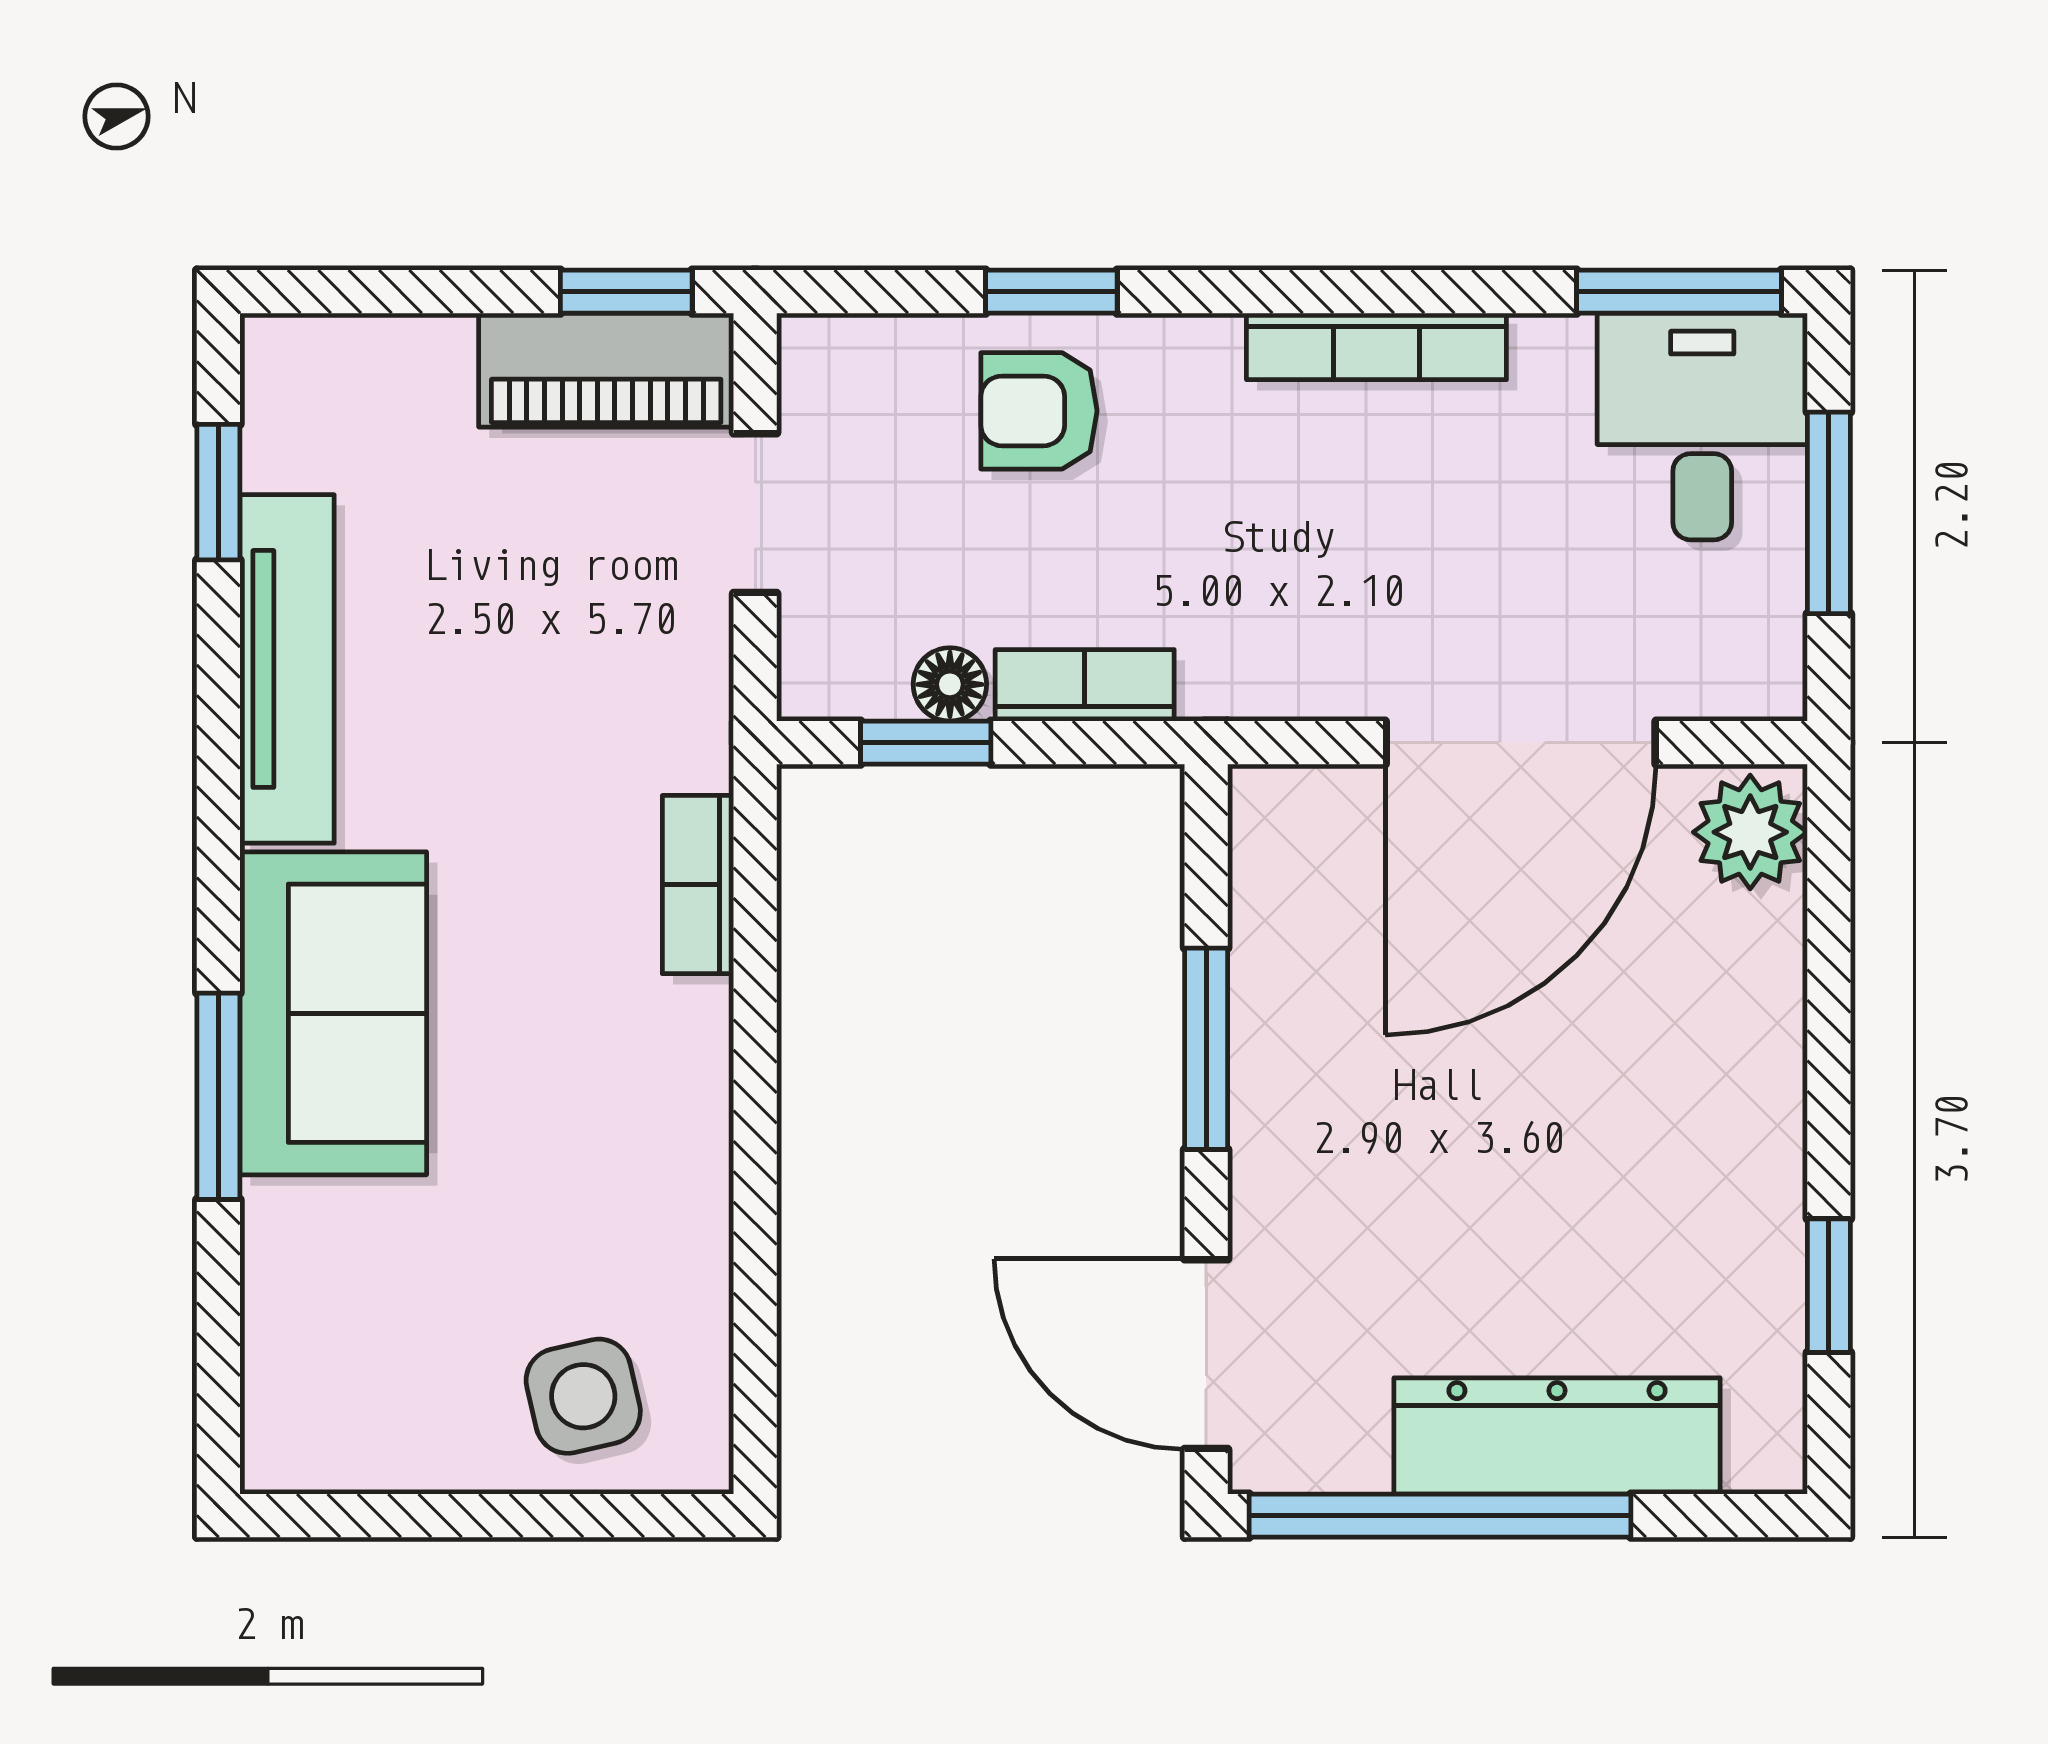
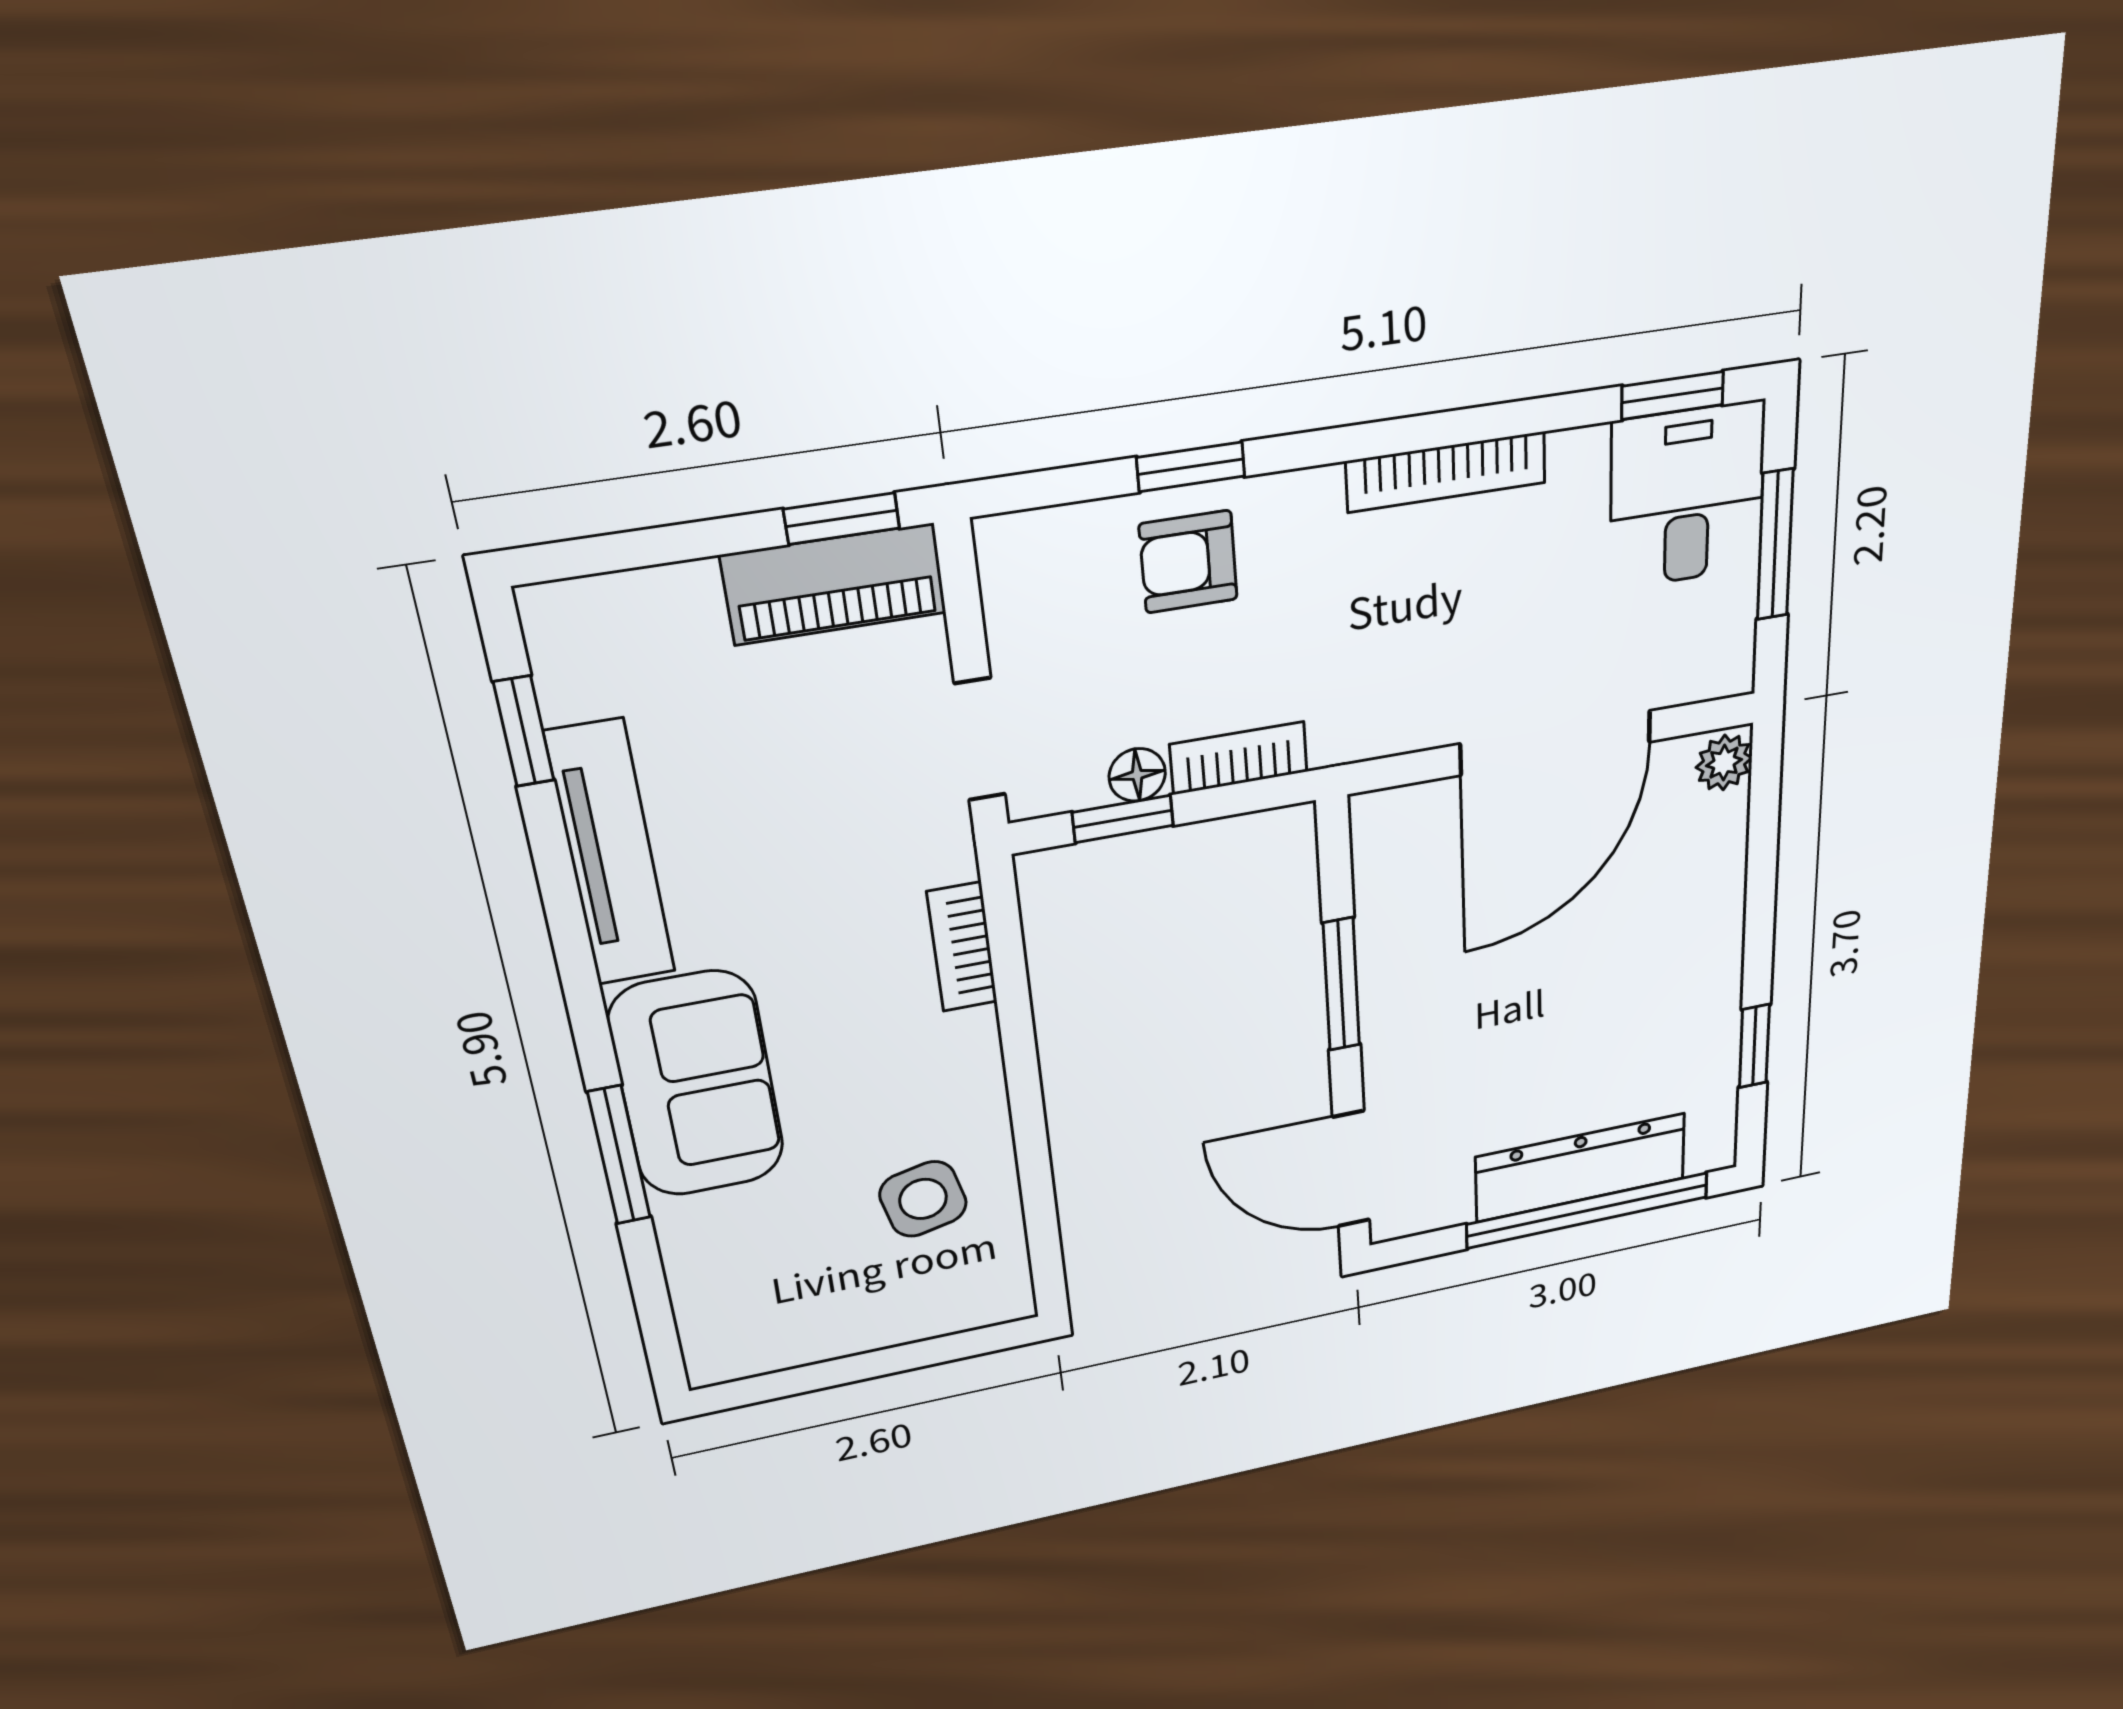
window: (1679, 292) -> (1673, 395), width x0.67
doorway: (755, 513) -> (980, 739), moved
plant: (1750, 832) -> (1724, 763), width x0.73, depth x0.73
side table: (583, 1396) -> (923, 1199), moved
window: (1440, 1516) -> (1588, 1211), moved

